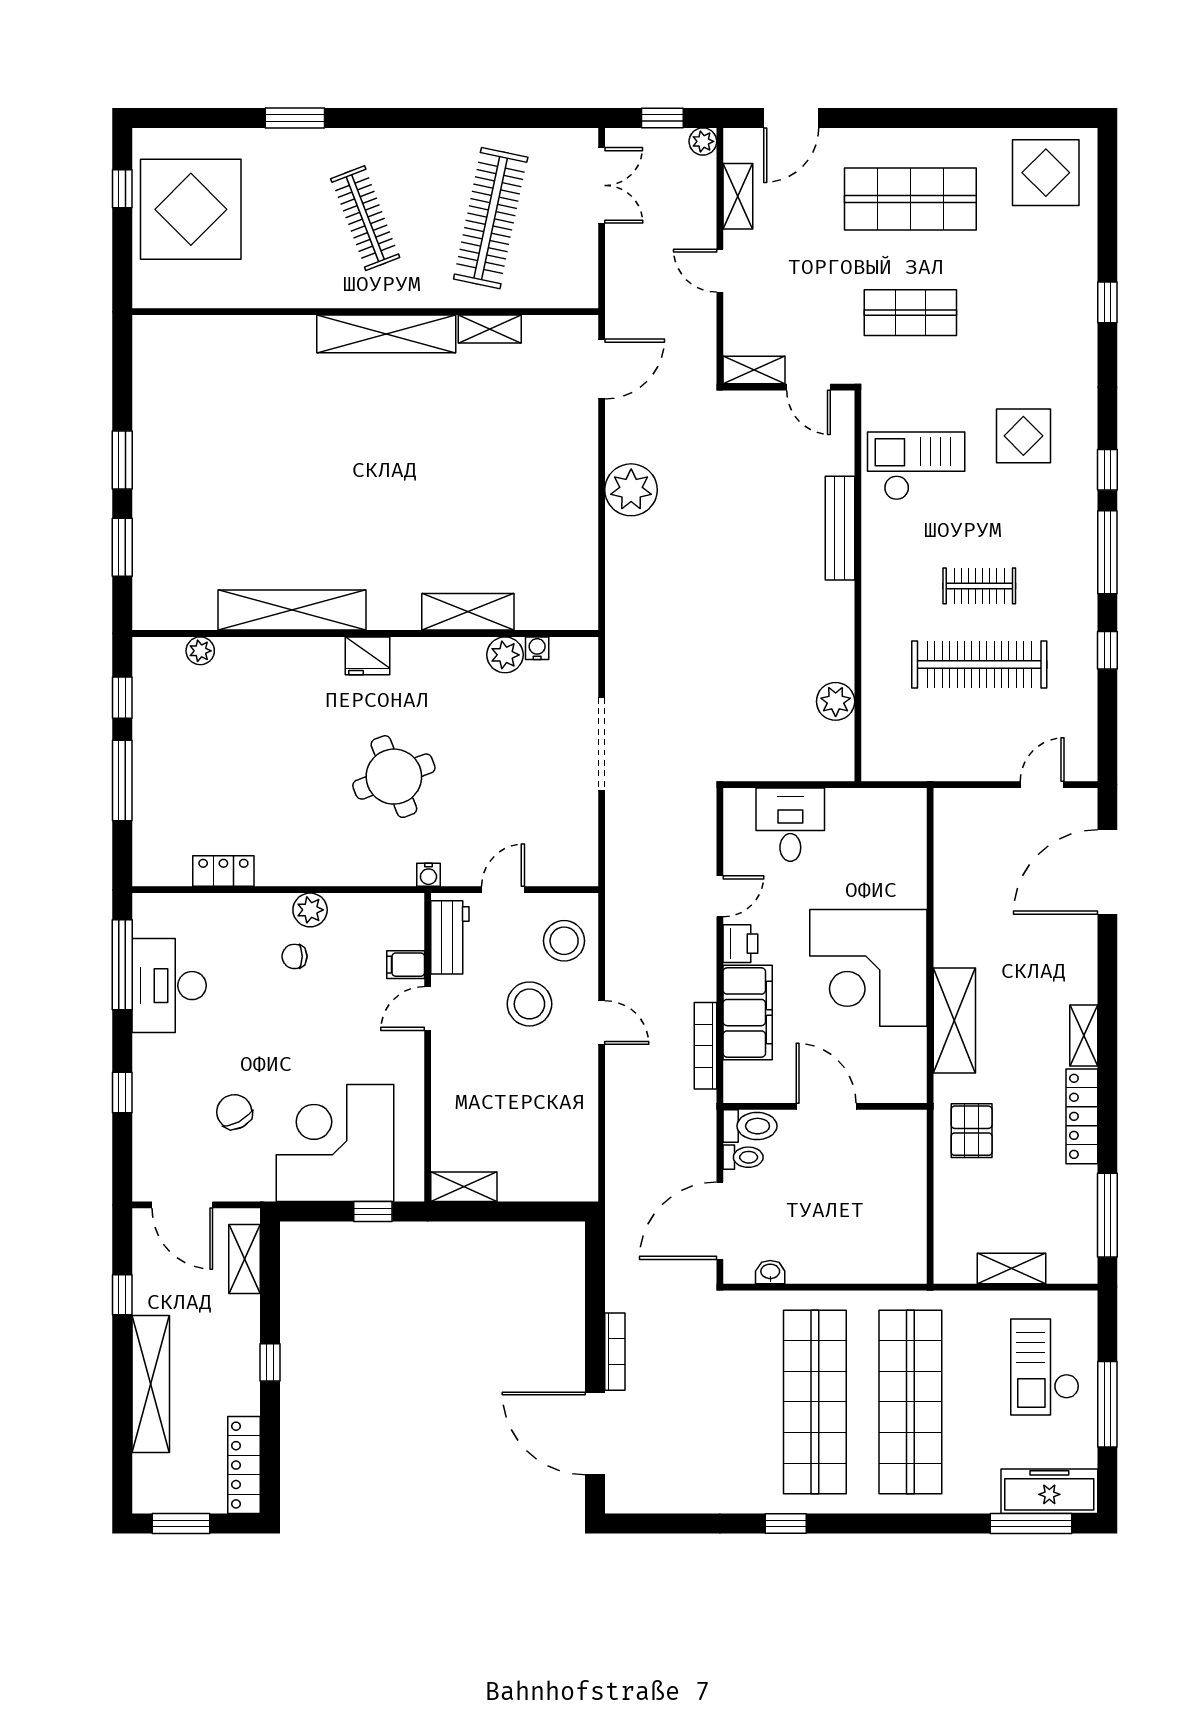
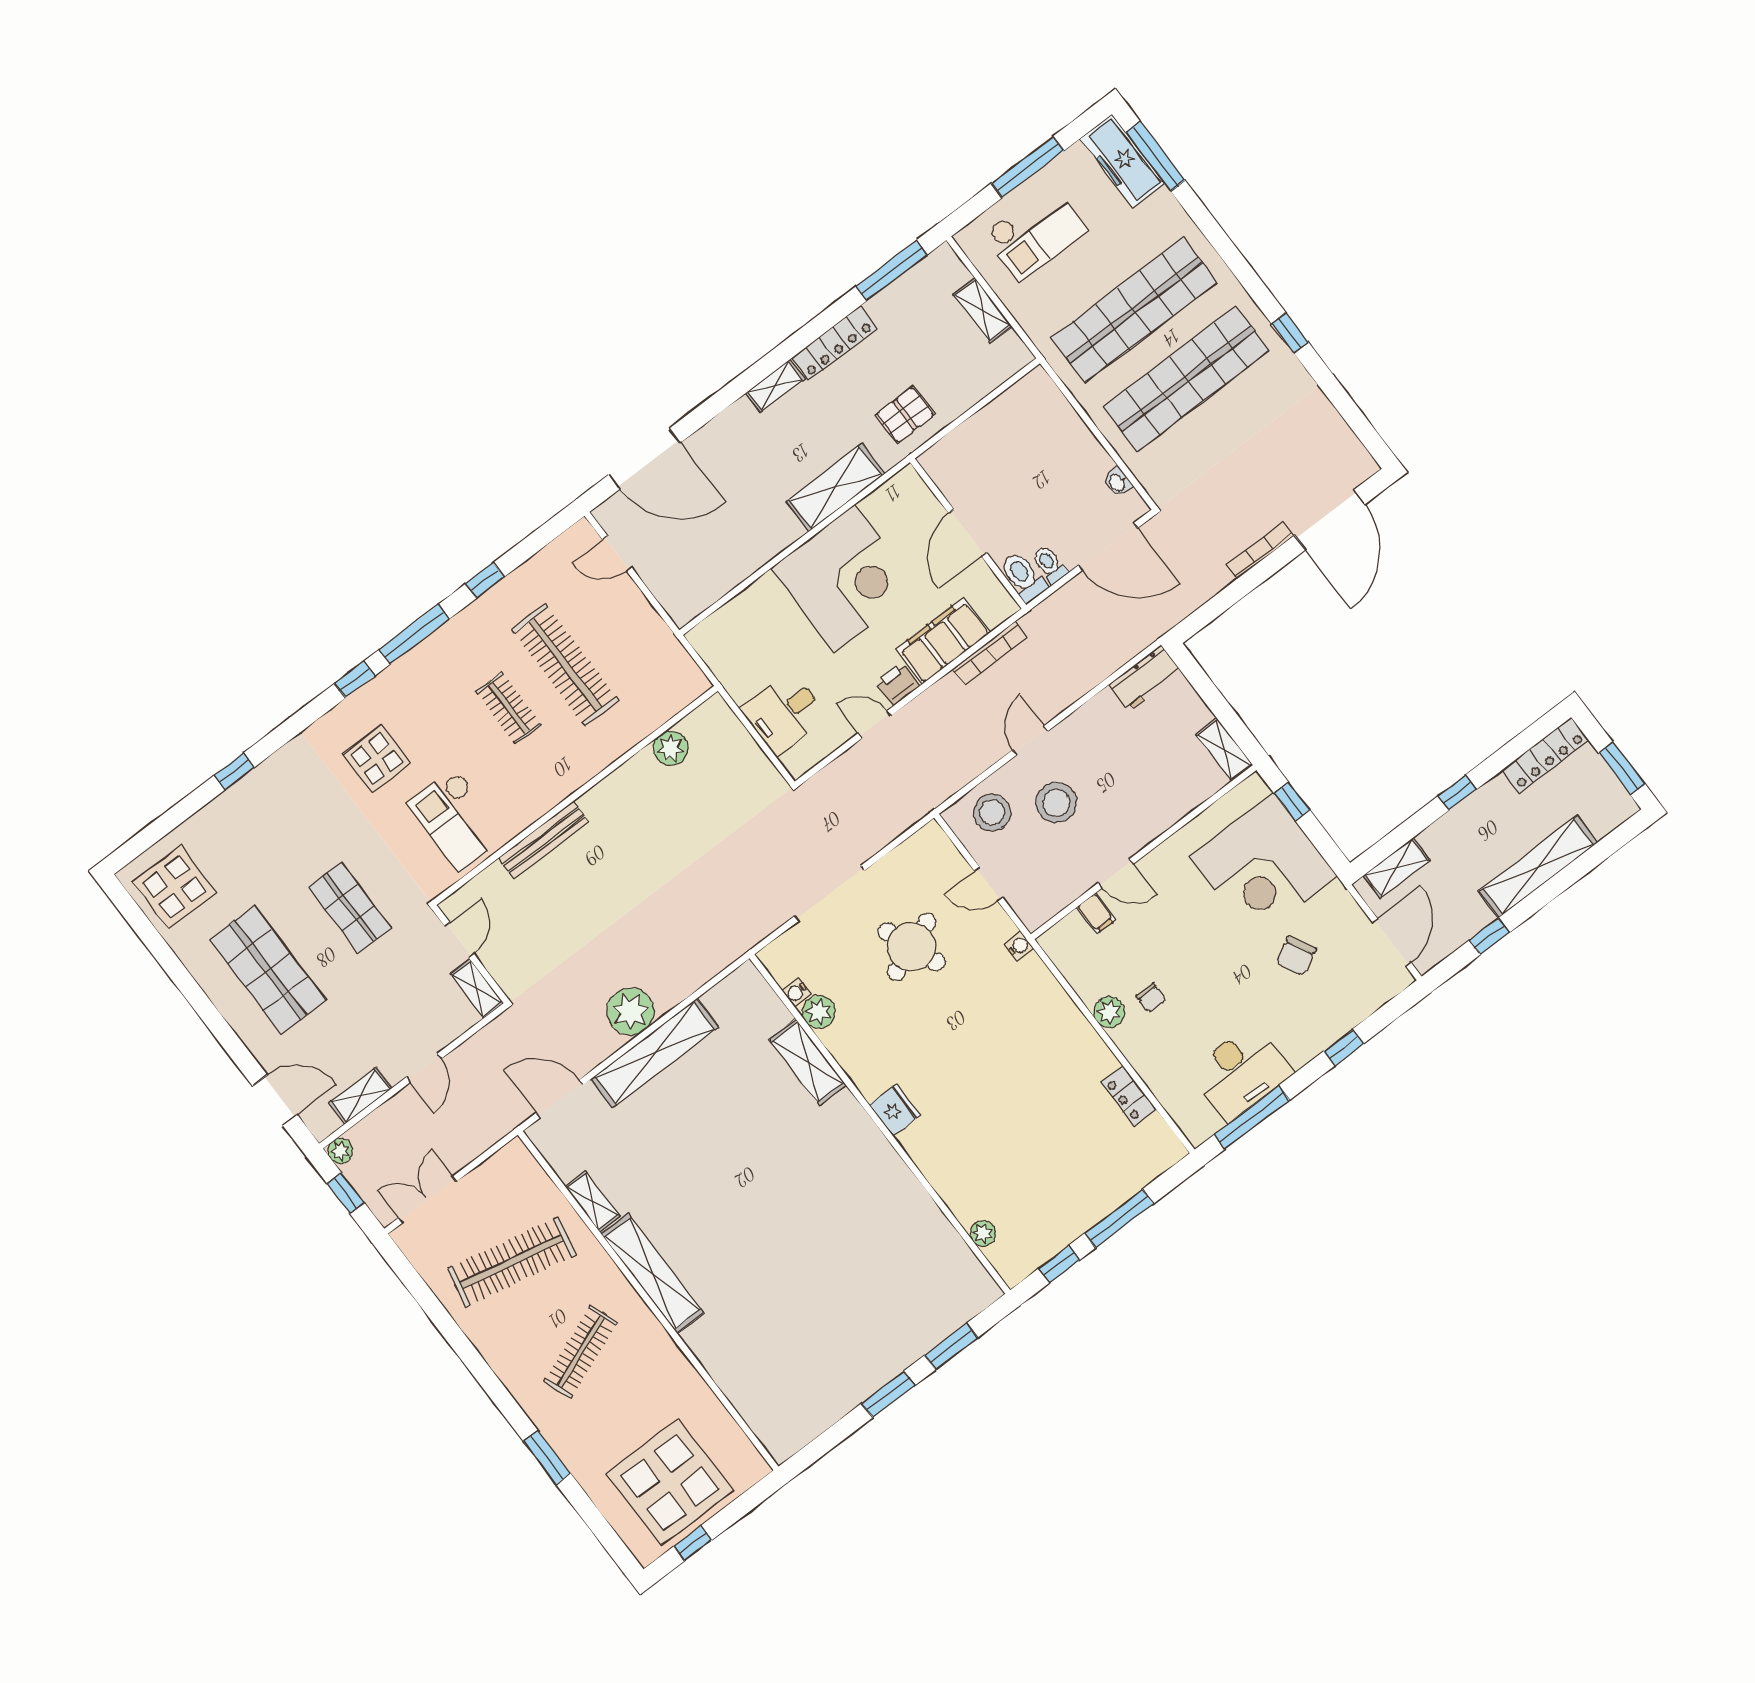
shelving: (292, 610) -> (655, 1053), moved, turned 90
round table: (394, 777) -> (912, 947), moved
workbench: (450, 937) -> (1145, 678), moved, turned 180

